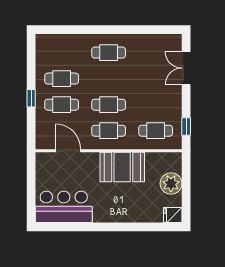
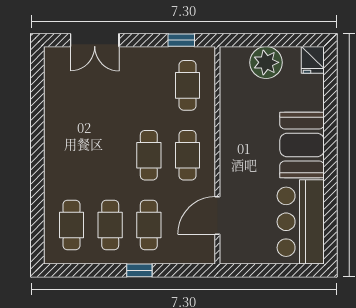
cafe table: (109, 53) -> (71, 225), moved
booth: (122, 167) -> (302, 145), moved

